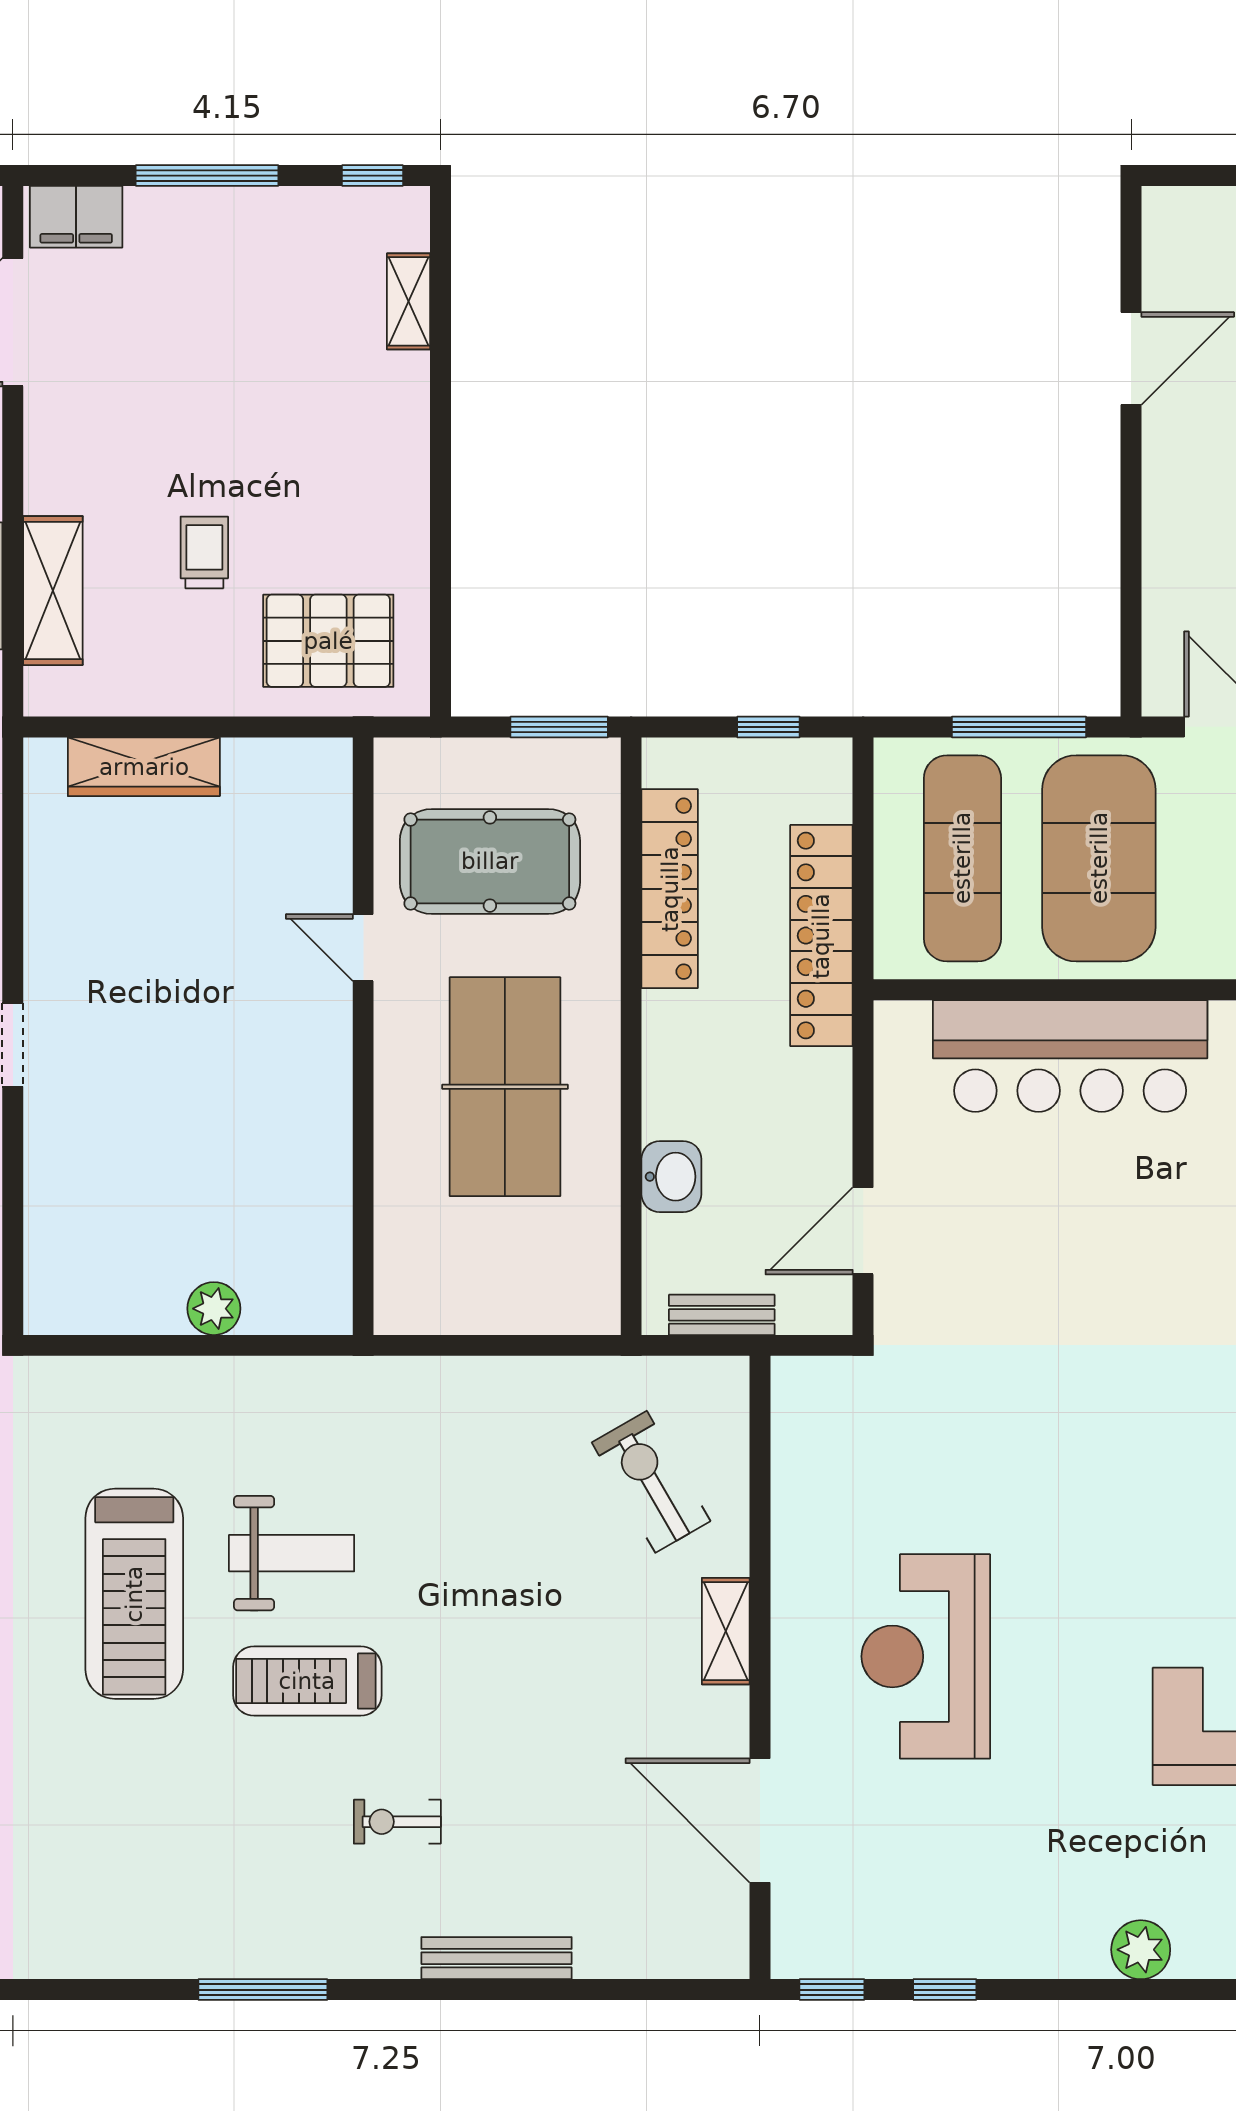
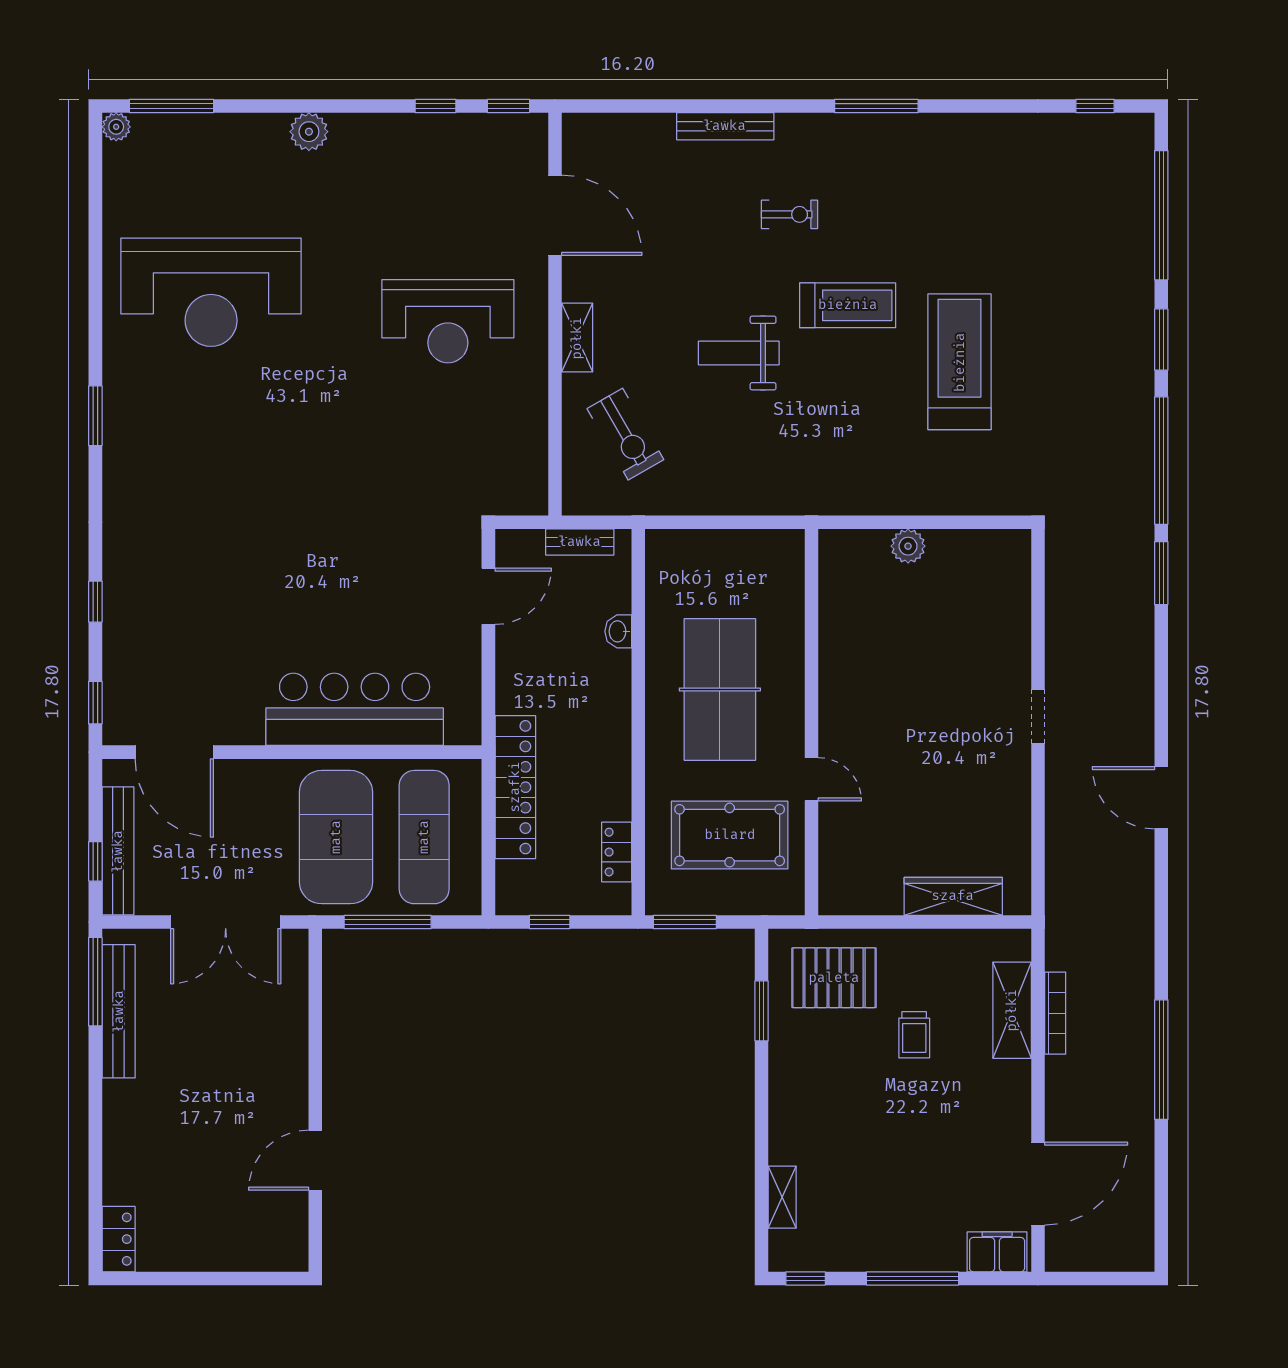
window: (440, 589) -> (762, 1011), added
locker: (670, 889) -> (617, 852), width x0.46, depth x0.83
washbasin: (671, 1177) -> (618, 631), width x0.72, depth x0.69
weight bench: (292, 1553) -> (739, 353), moved
reception desk: (926, 1656) -> (448, 321), turned 90

